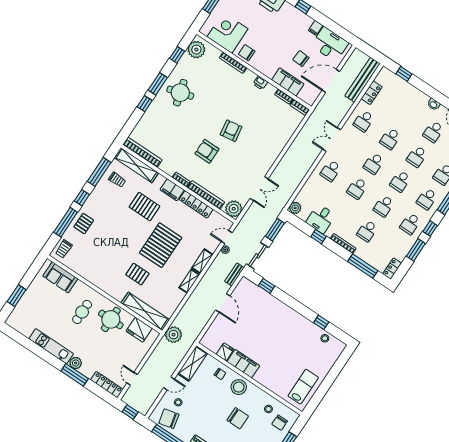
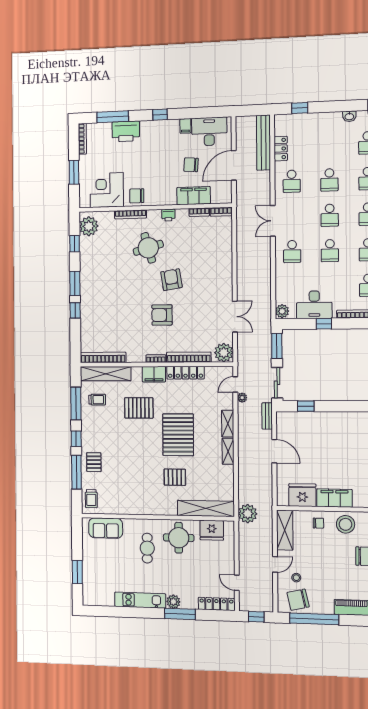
round table: (180, 93) -> (148, 248), moved
desk: (321, 219) -> (314, 305), width x1.37
fridge: (225, 352) -> (302, 495), width x1.88, depth x1.34

